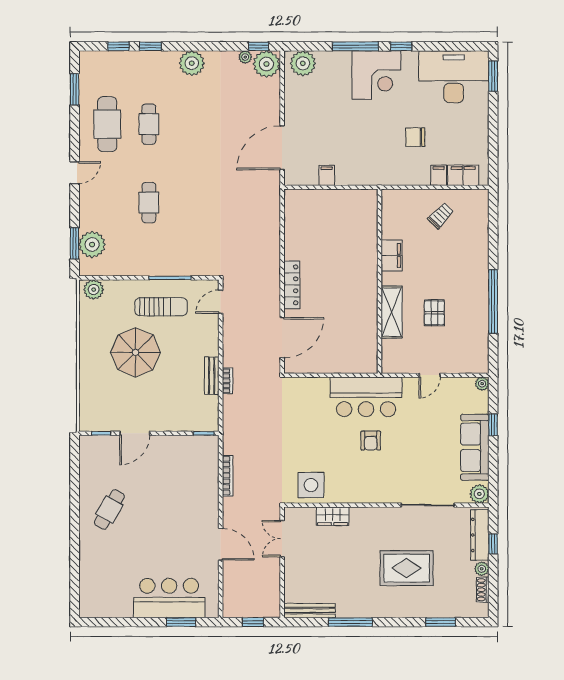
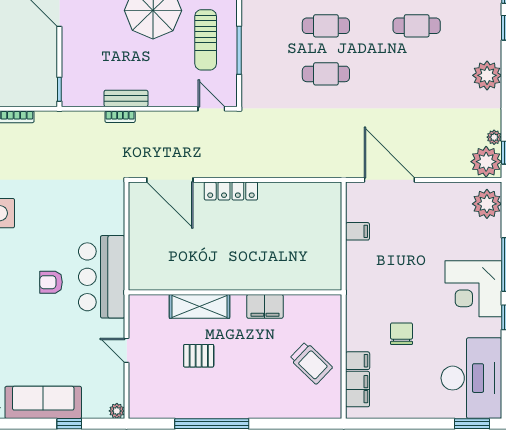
cafe table: (190, 203) -> (326, 74), added
trolley: (441, 216) -> (311, 363), width x1.36, depth x1.39

